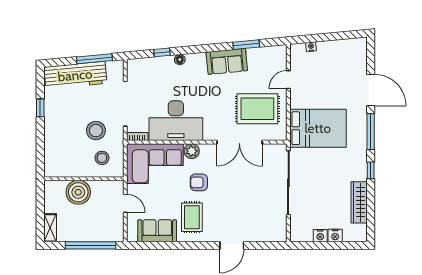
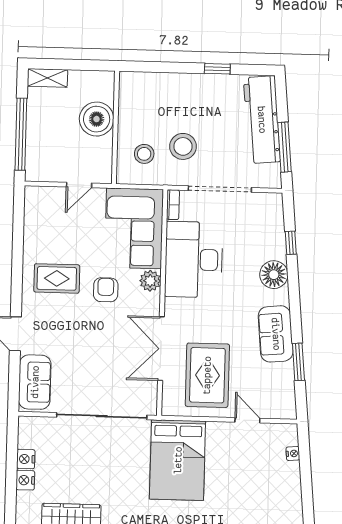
floor lamp: (180, 60) -> (274, 275), width x1.89, depth x1.89
sofa: (157, 231) -> (35, 382), moved

